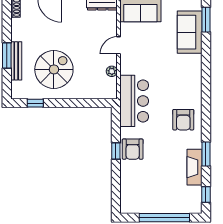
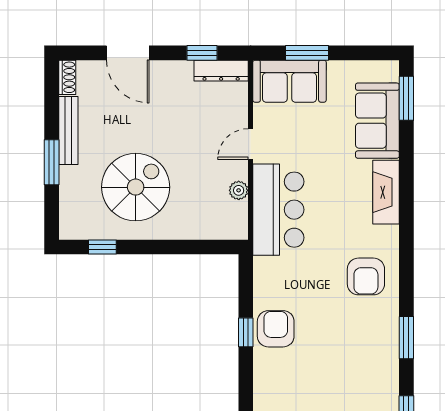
bench: (16, 61) -> (68, 131), moved
bar counter: (134, 101) -> (278, 210), moved
armchair: (133, 149) -> (276, 329), turned 180
fireplace: (195, 167) -> (386, 192), moved

